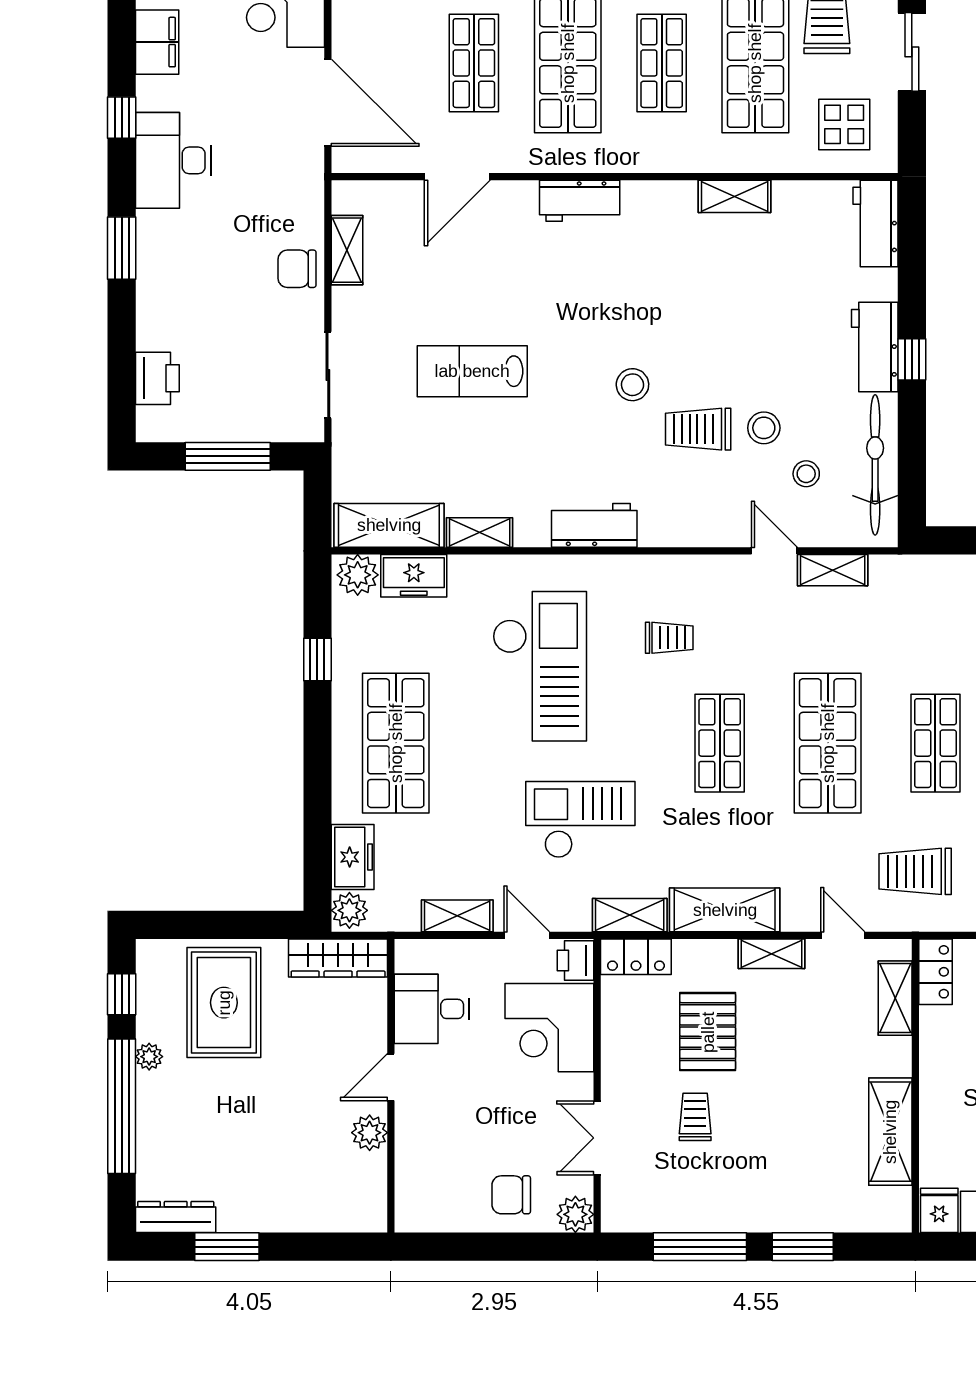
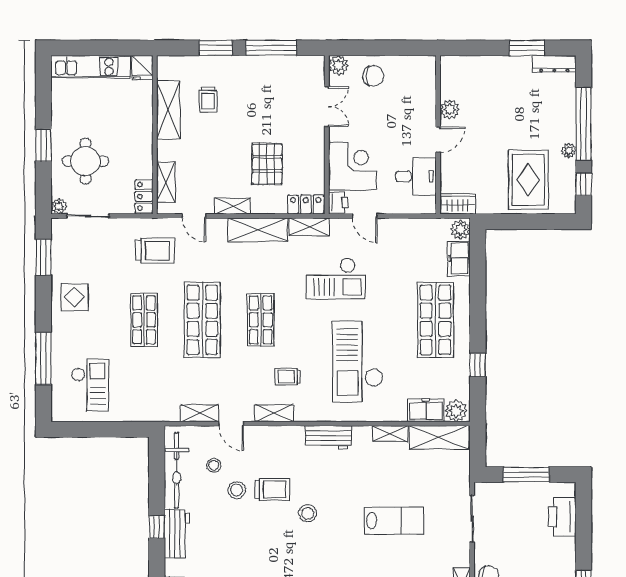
printer: (157, 378) -> (562, 517), width x1.37, depth x1.19
shelving: (457, 916) -> (274, 413), moved
wardrobe: (338, 958) -> (458, 204), width x0.67
trolley: (695, 1117) -> (208, 99), moved

